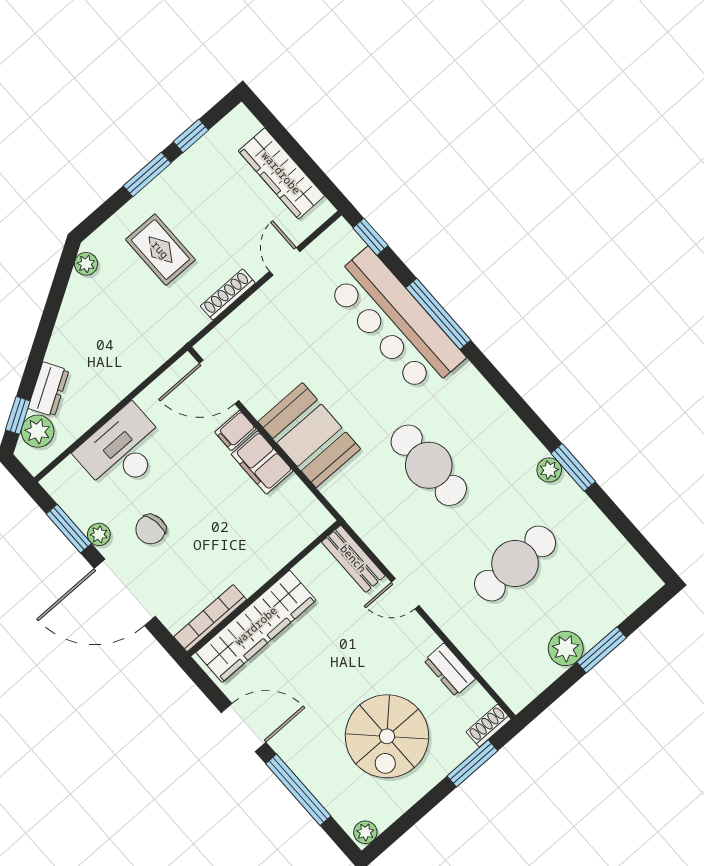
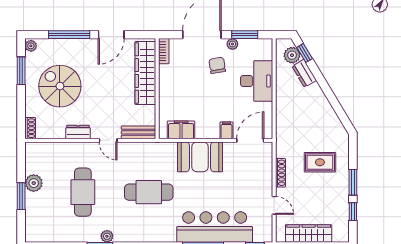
plant: (86, 264) -> (339, 129), removed
filing cabinet: (262, 463) -> (181, 130), moved
door: (405, 594) -> (108, 140), swing flipped
bookcase: (210, 618) -> (164, 51), width x0.64
dresser: (450, 670) -> (78, 132), moved
window: (472, 763) -> (21, 71), moved

